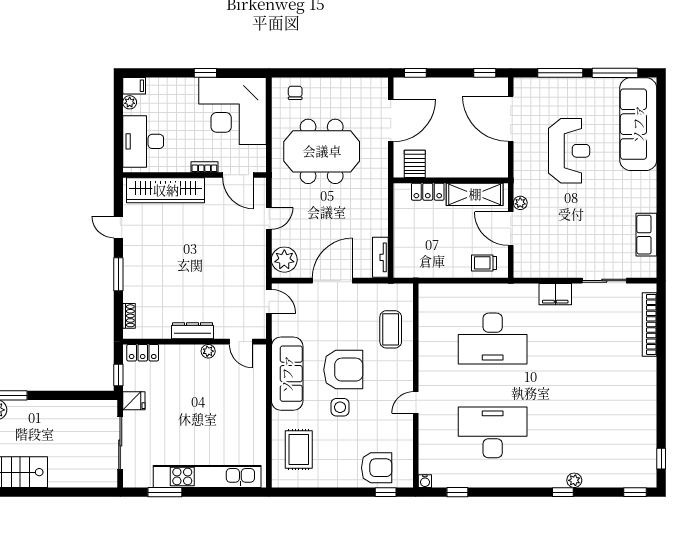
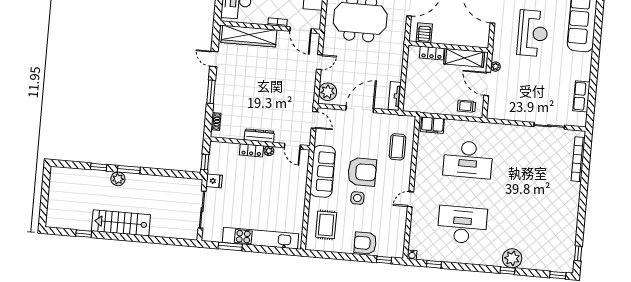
filing cabinet: (555, 294) -> (433, 125), moved
locker: (143, 353) -> (251, 150), moved
armchair: (377, 468) -> (365, 243), moved, turned 180
plant: (574, 480) -> (512, 258), width x1.87, depth x1.87

